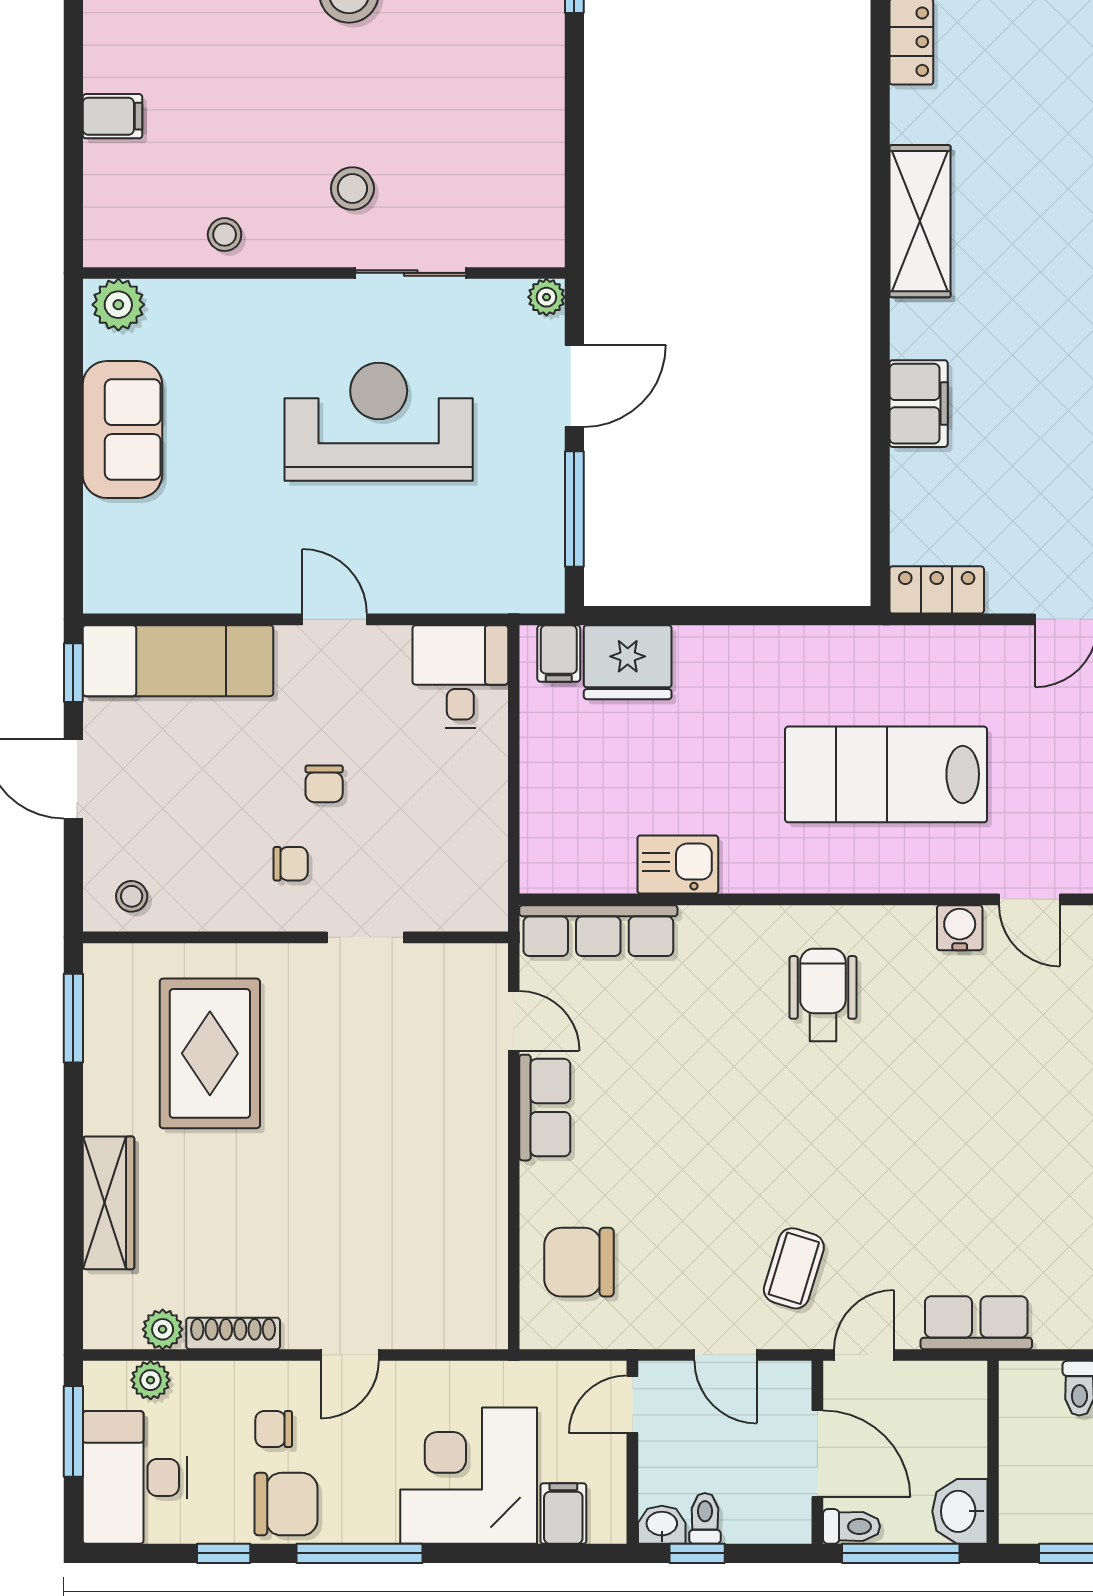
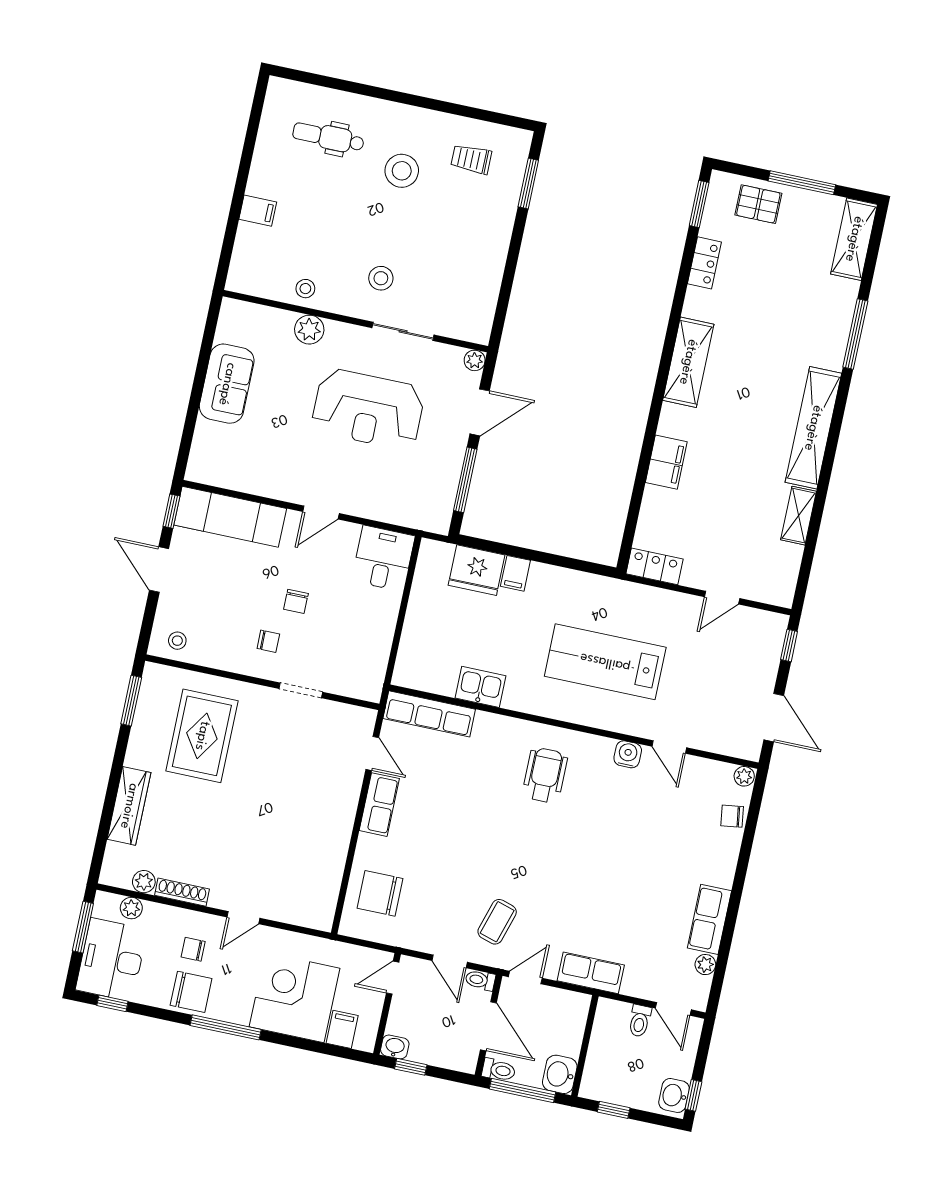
plant: (118, 305) -> (309, 330), moved
reception desk: (379, 422) -> (368, 409), turned 180
door: (335, 619) -> (321, 512), swing flipped
filing cabinet: (559, 654) -> (515, 573), moved
toilet: (705, 1518) -> (480, 980), moved, turned -90
window: (224, 1553) -> (112, 1003), moved

